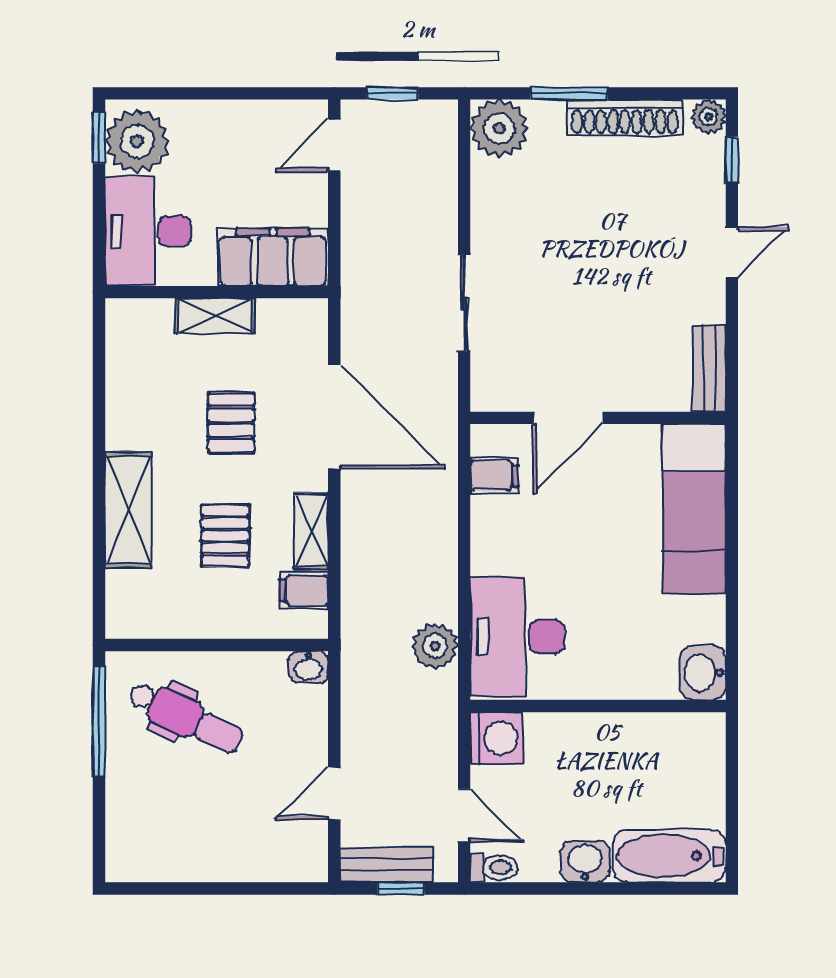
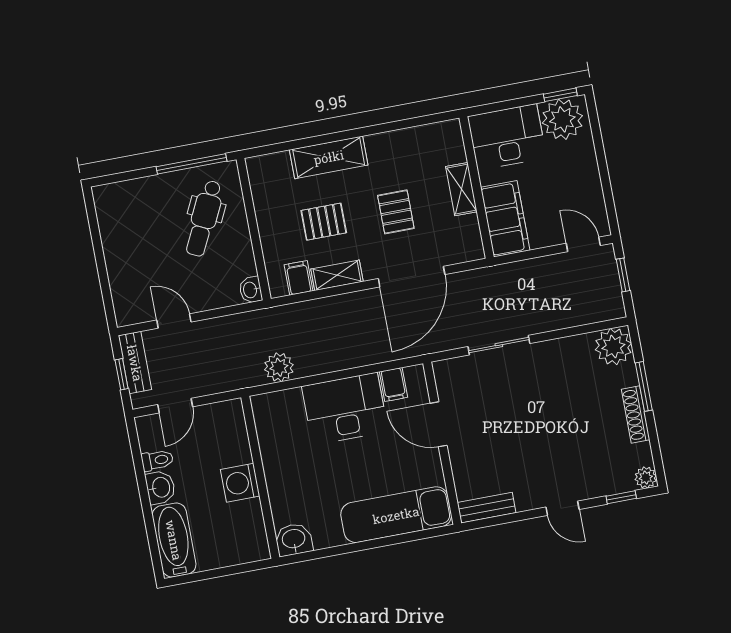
shoe rack: (625, 117) -> (636, 415), width x0.74, depth x0.81
pallet: (231, 423) -> (396, 212), turned 90
desk: (517, 637) -> (345, 409), moved
washing machine: (496, 738) -> (240, 483), moved, turned 90
toilet: (494, 868) -> (157, 460), moved, turned -90

